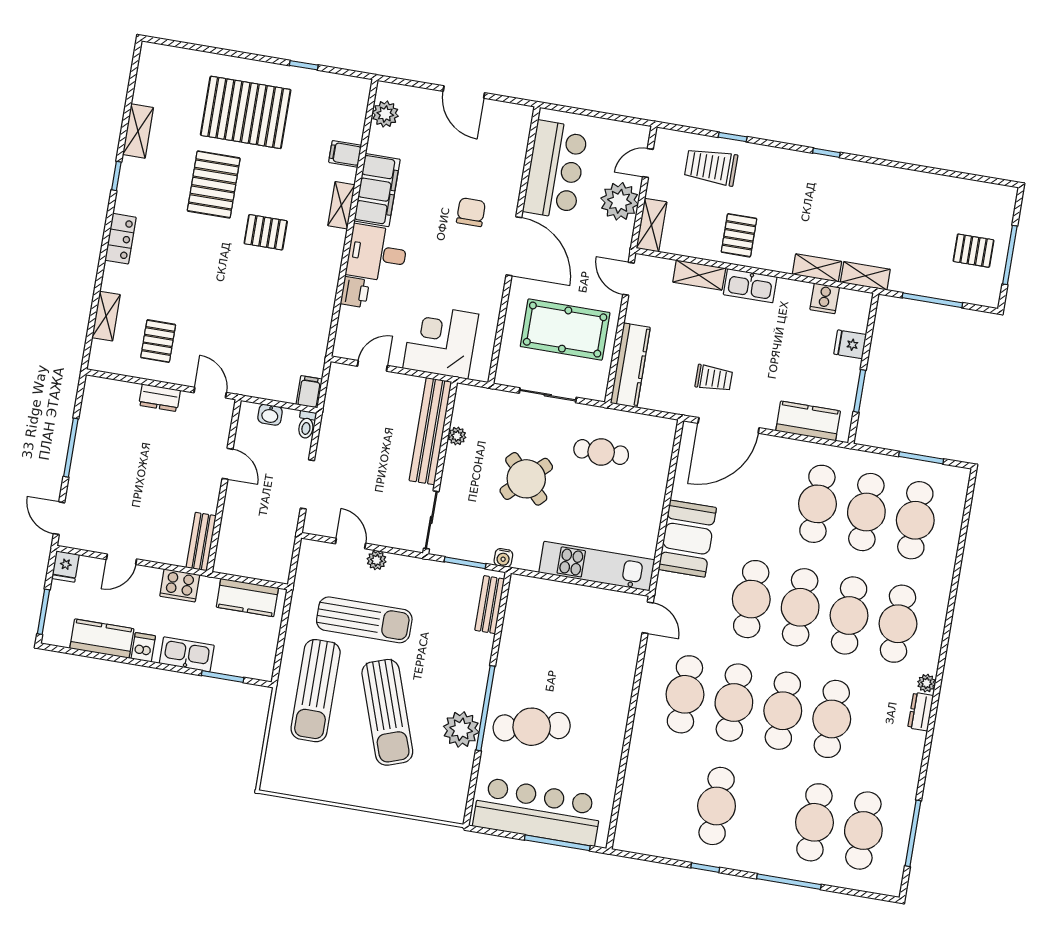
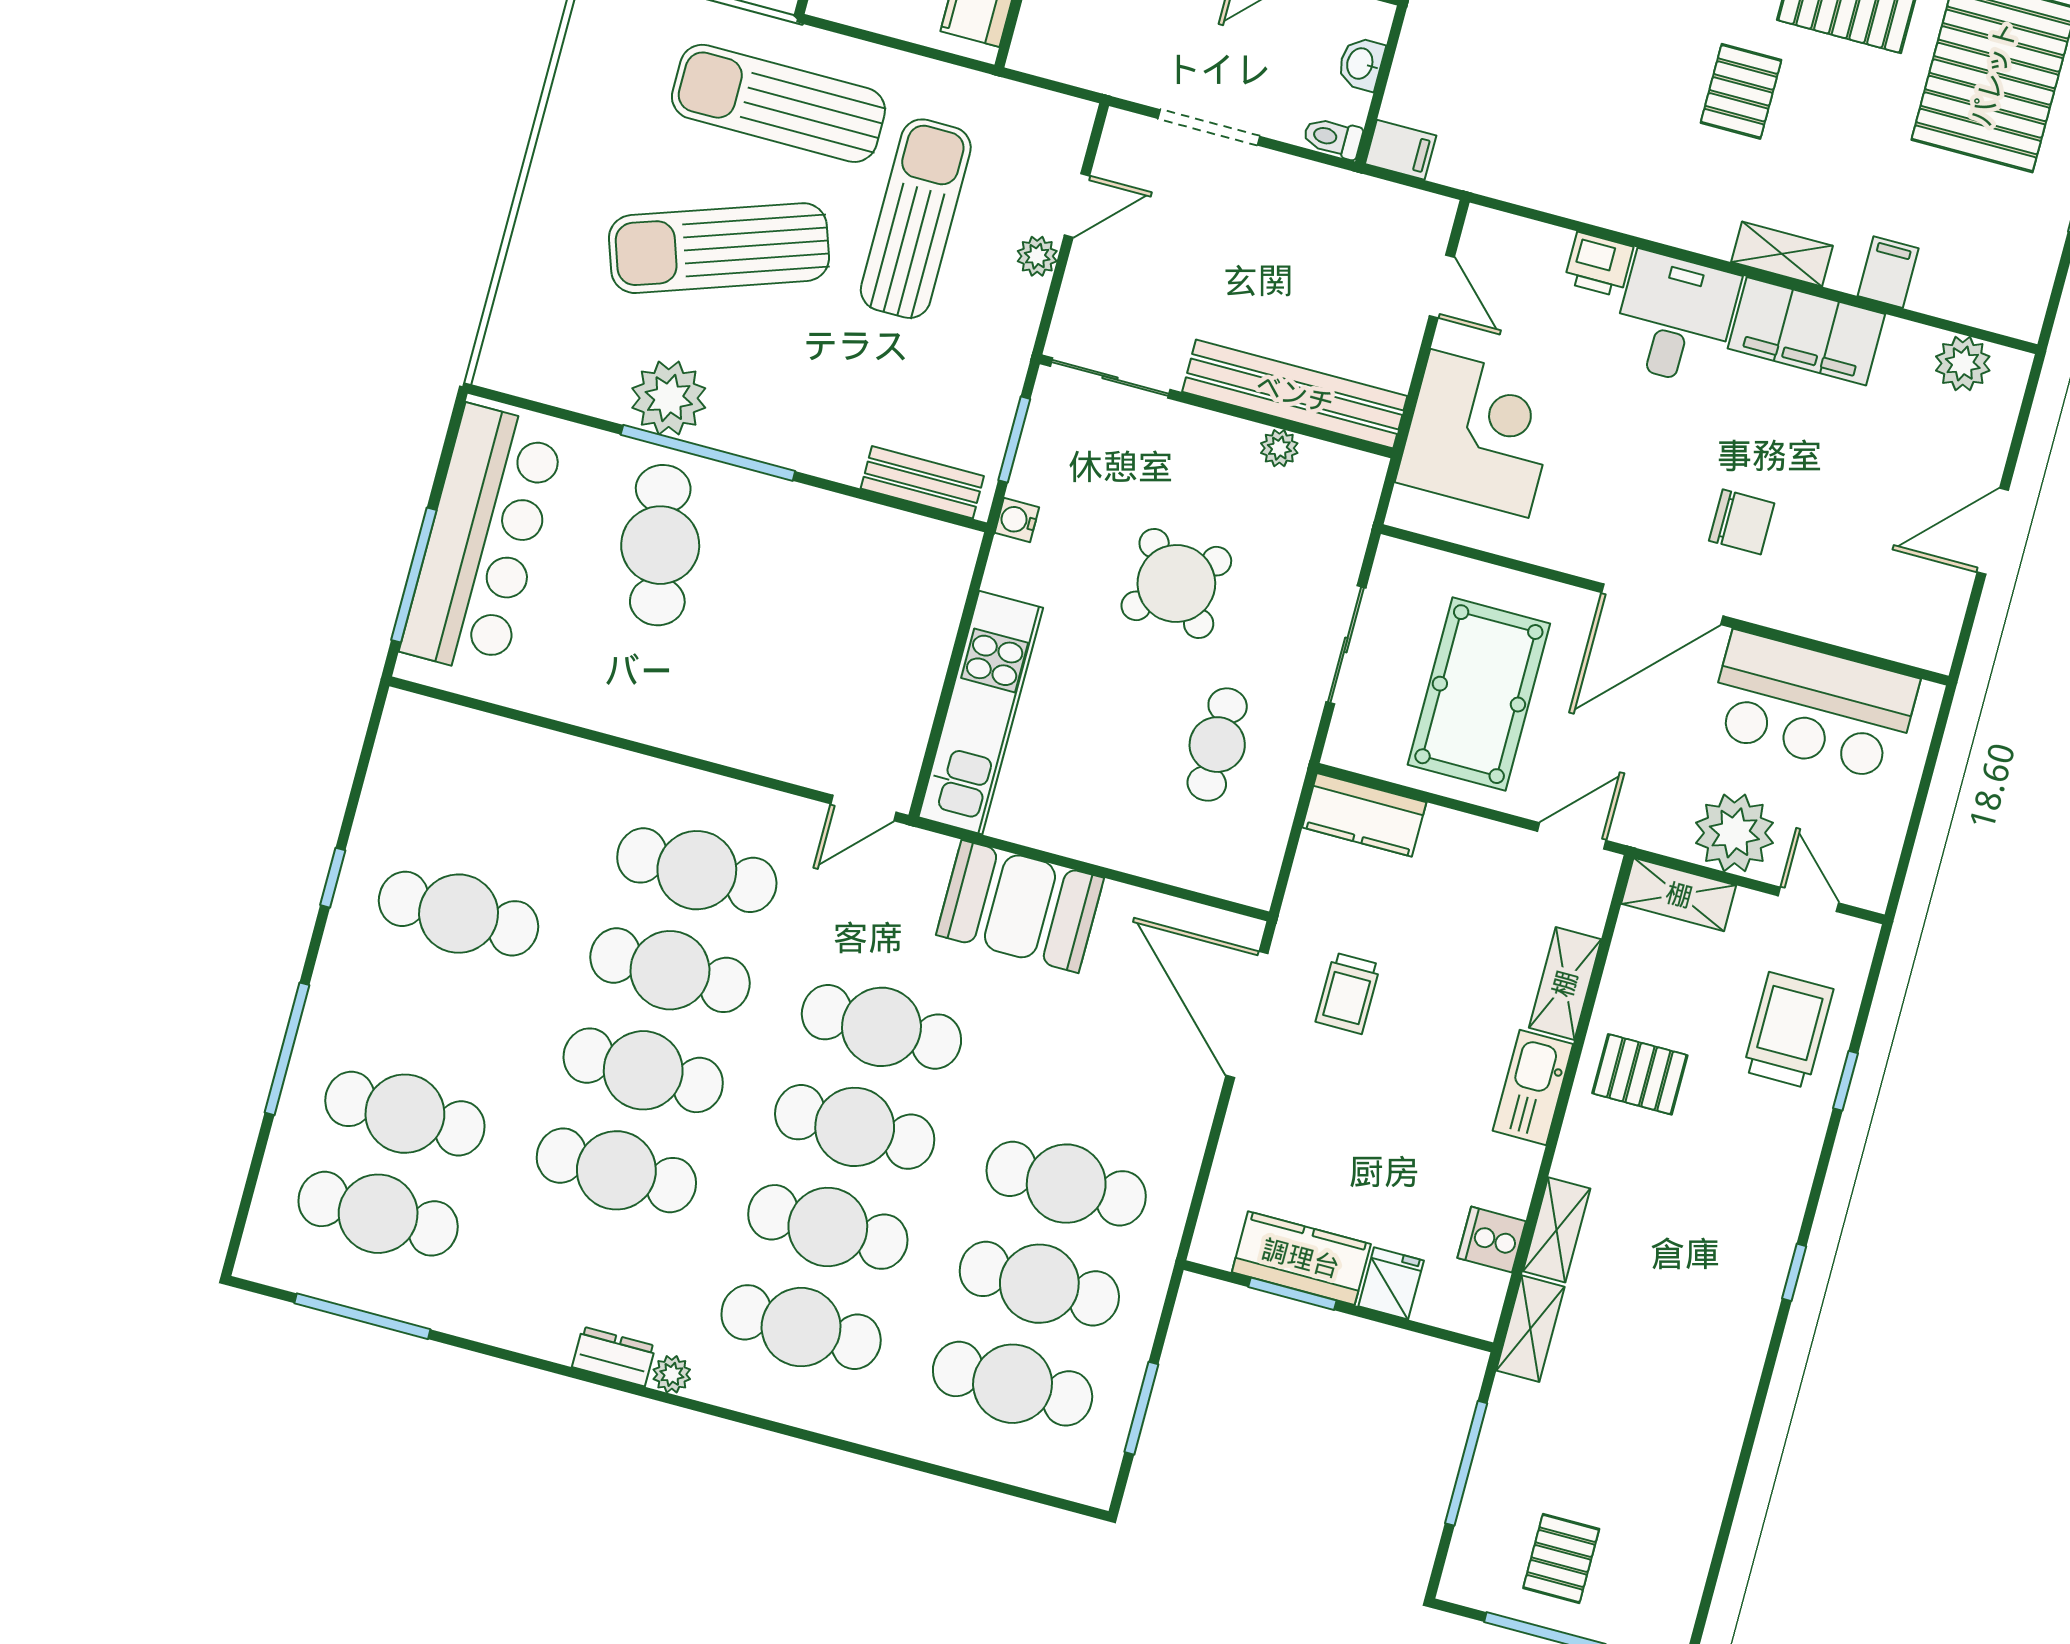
kitchen counter: (630, 365) -> (1364, 815), width x0.67
kitchen counter: (808, 421) -> (1301, 1258), moved, turned -90
sun lounger: (364, 620) -> (916, 219), turned 180

